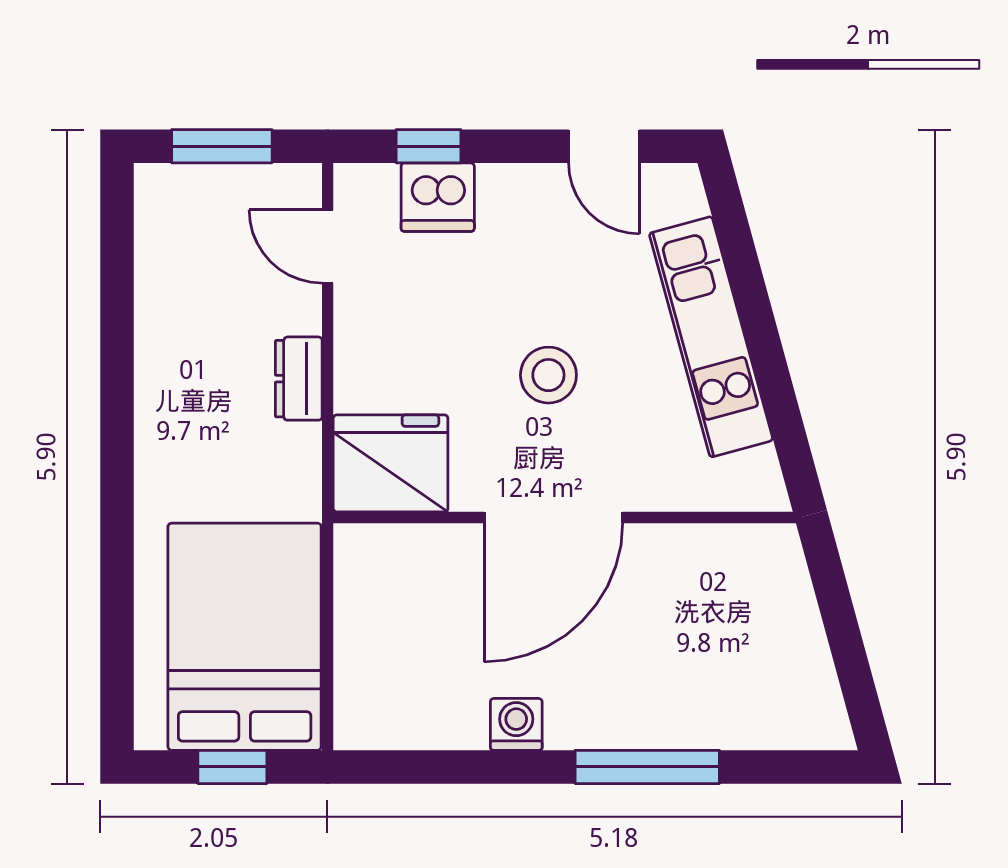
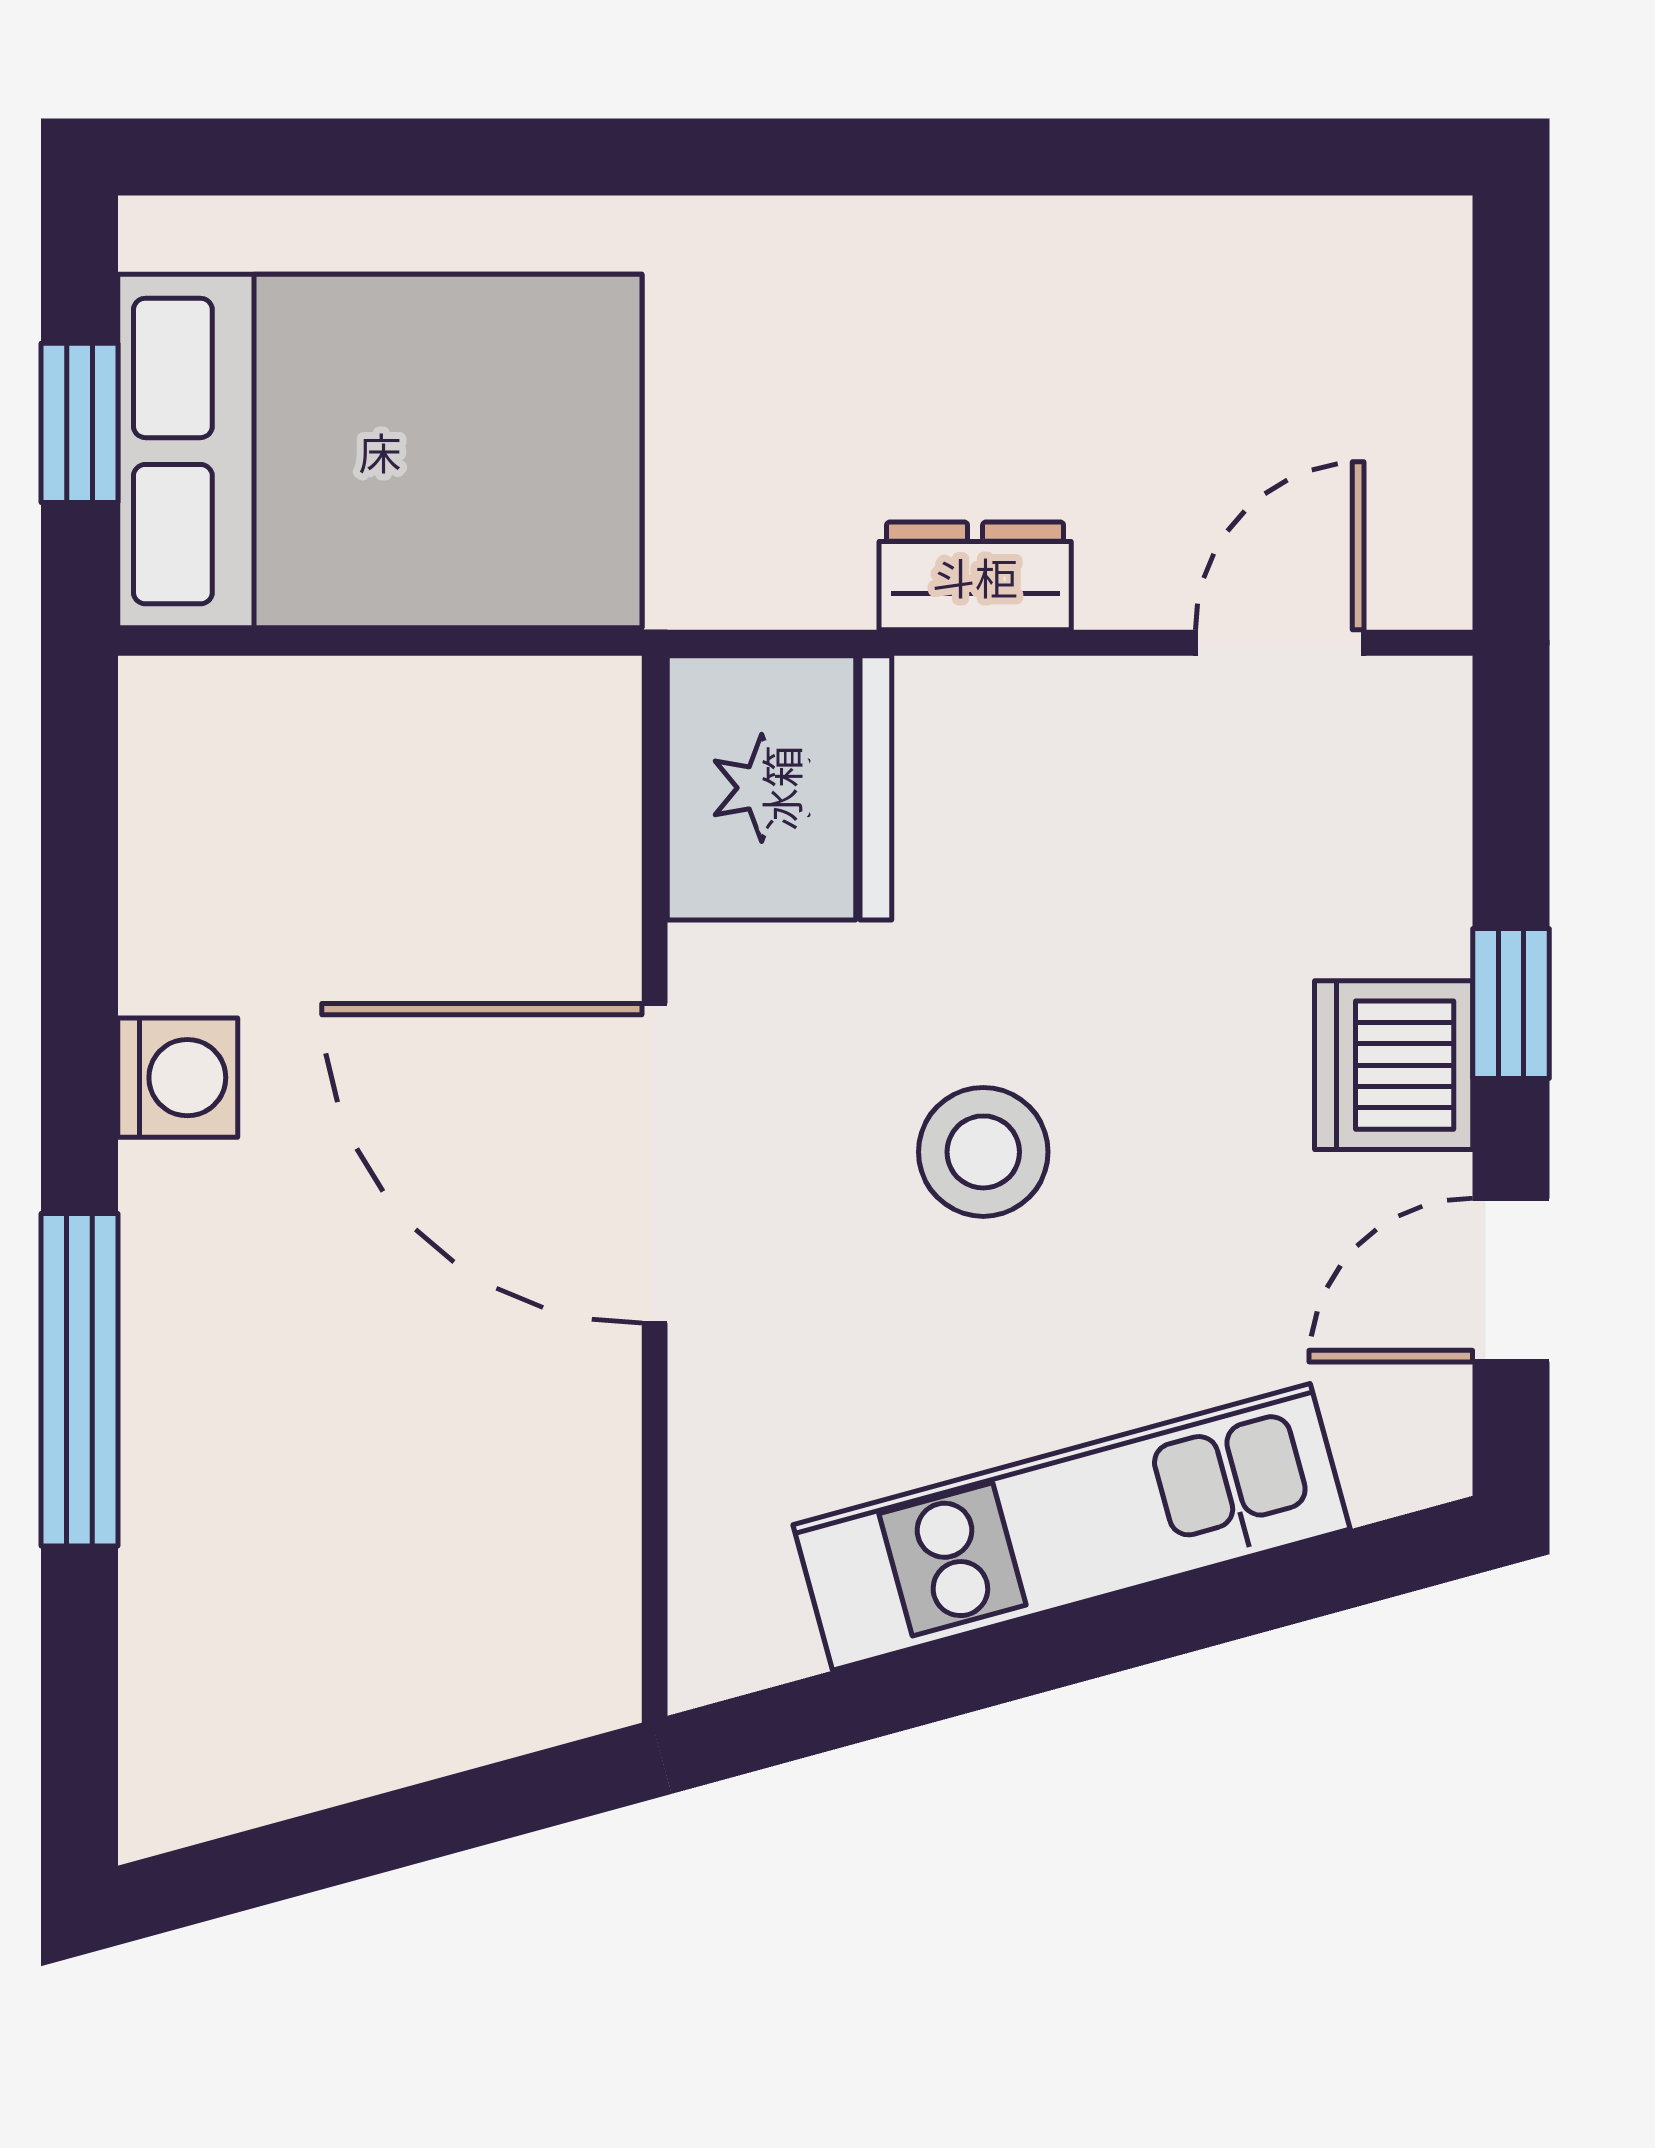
window: (222, 146) -> (1511, 399), removed
window: (428, 146) -> (1511, 1004), moved
dishwasher: (438, 197) -> (1394, 1065), moved

